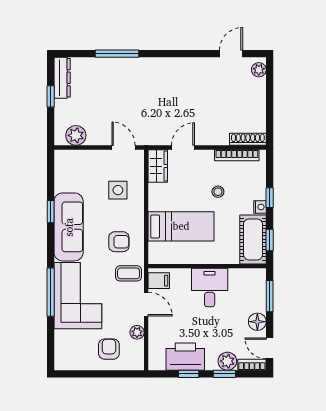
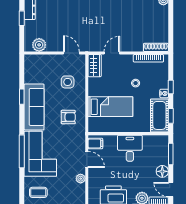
coffee table: (129, 273) -> (38, 192), moved
armchair: (109, 349) -> (62, 190), removed

